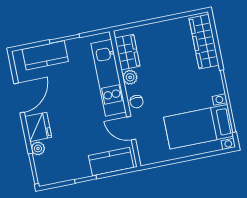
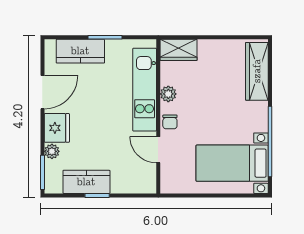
wardrobe: (127, 52) -> (179, 50), moved, turned 90
kitchen counter: (111, 162) -> (86, 182), moved

